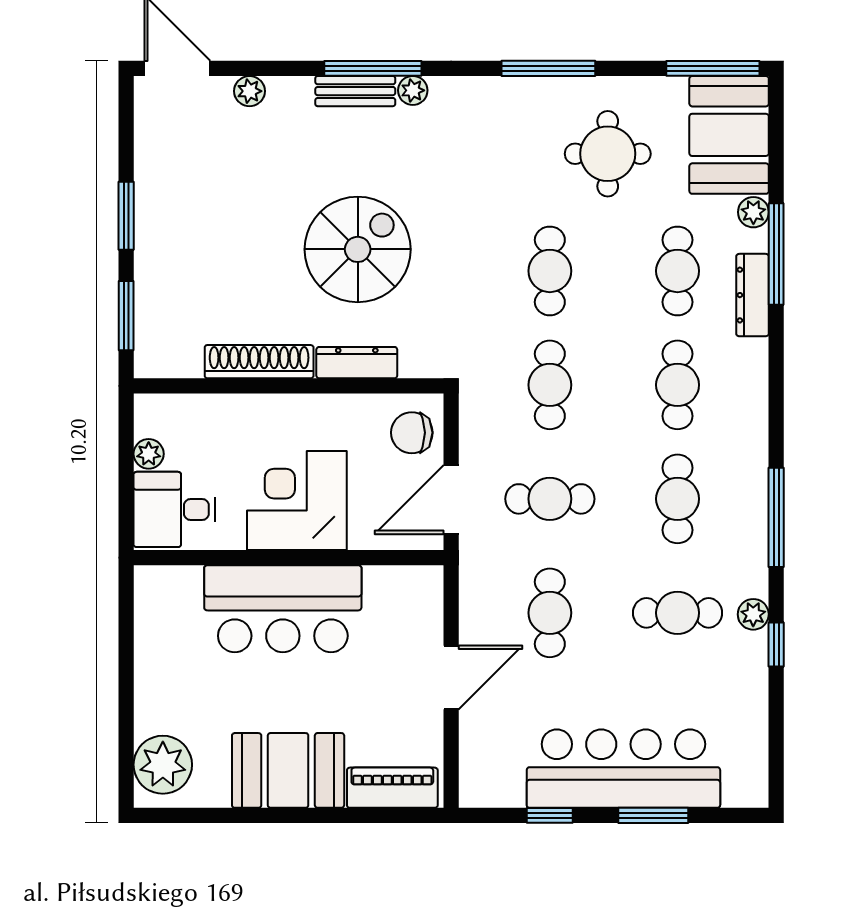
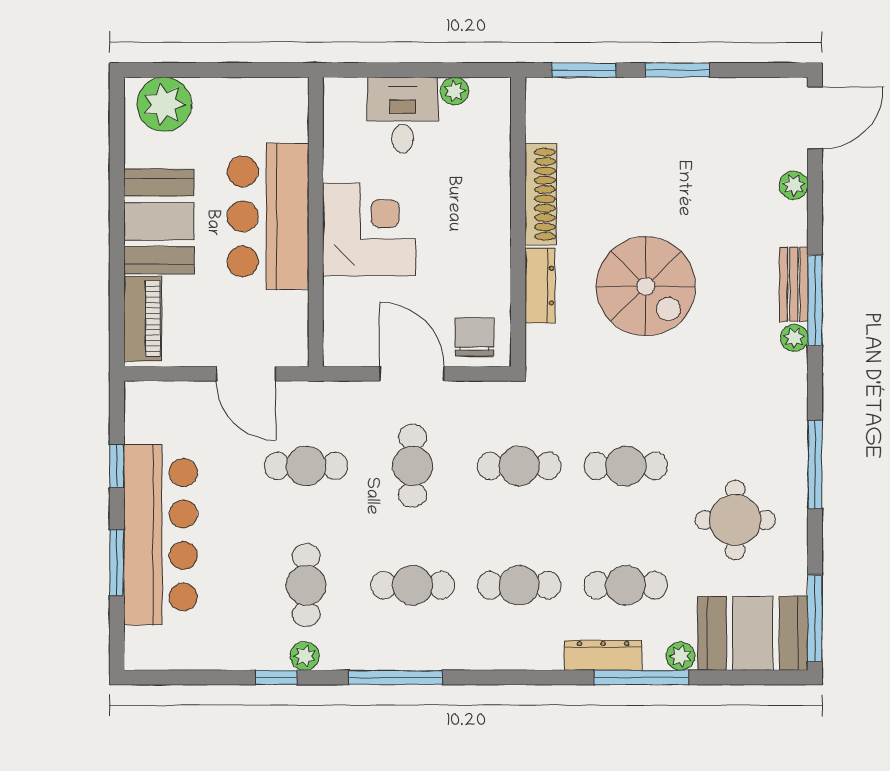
corner desk: (297, 501) -> (369, 229), moved
wall: (289, 558) -> (316, 222), moved
bar counter: (283, 609) -> (268, 216), moved

